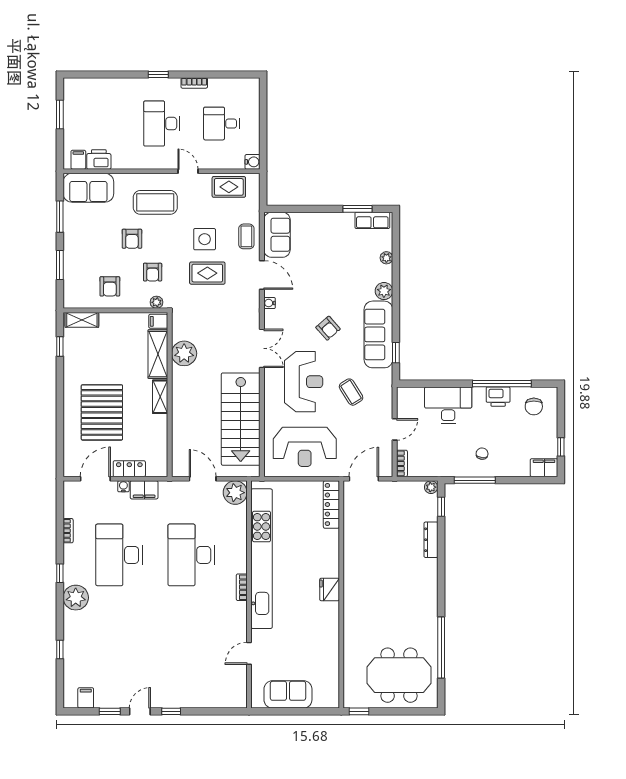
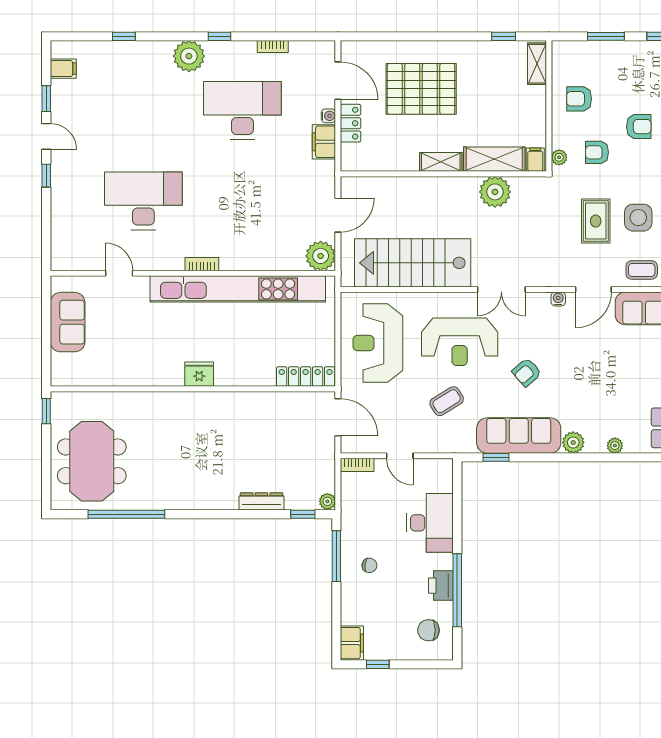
armchair: (132, 239) -> (639, 127), turned 180
desk: (191, 555) -> (143, 201), moved

